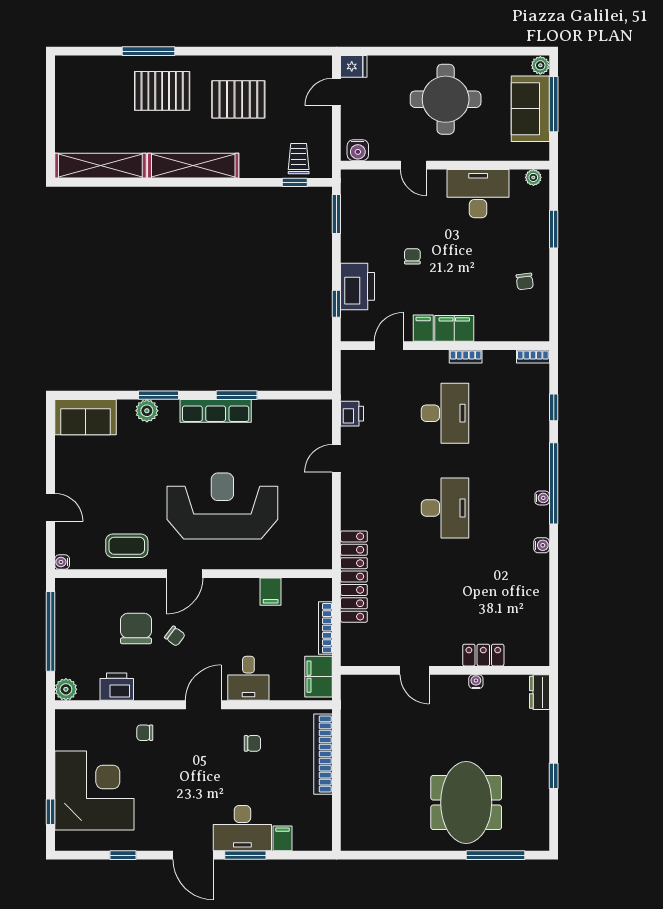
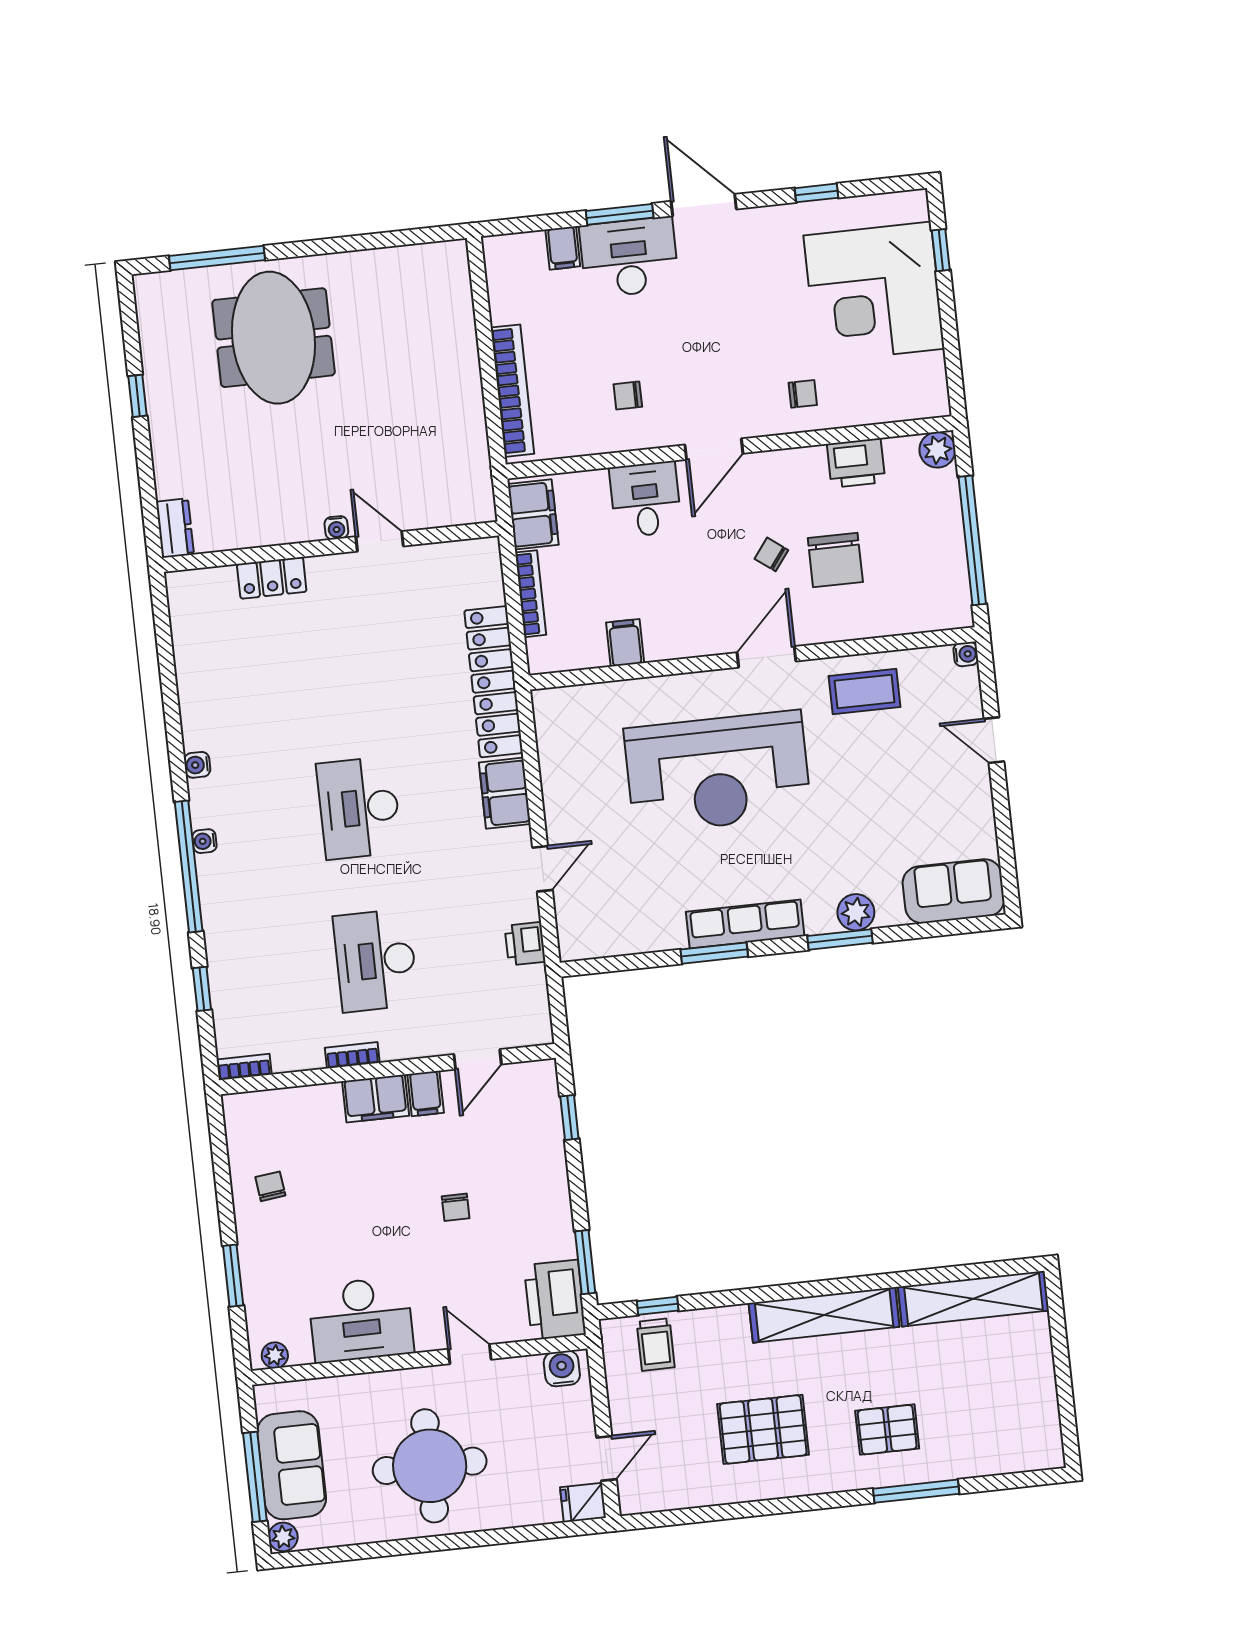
pallet: (162, 91) -> (887, 1430), width x0.67, depth x0.71
printer: (358, 286) -> (555, 1300), moved
filing cabinet: (355, 507) -> (505, 793), added
water cooler: (476, 682) -> (336, 528), moved

